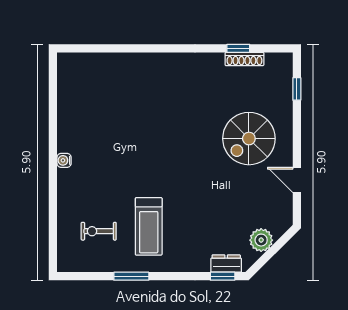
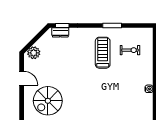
spiral stairs: (249, 139) -> (48, 101), turned 180
plant: (261, 240) -> (34, 53), moved

